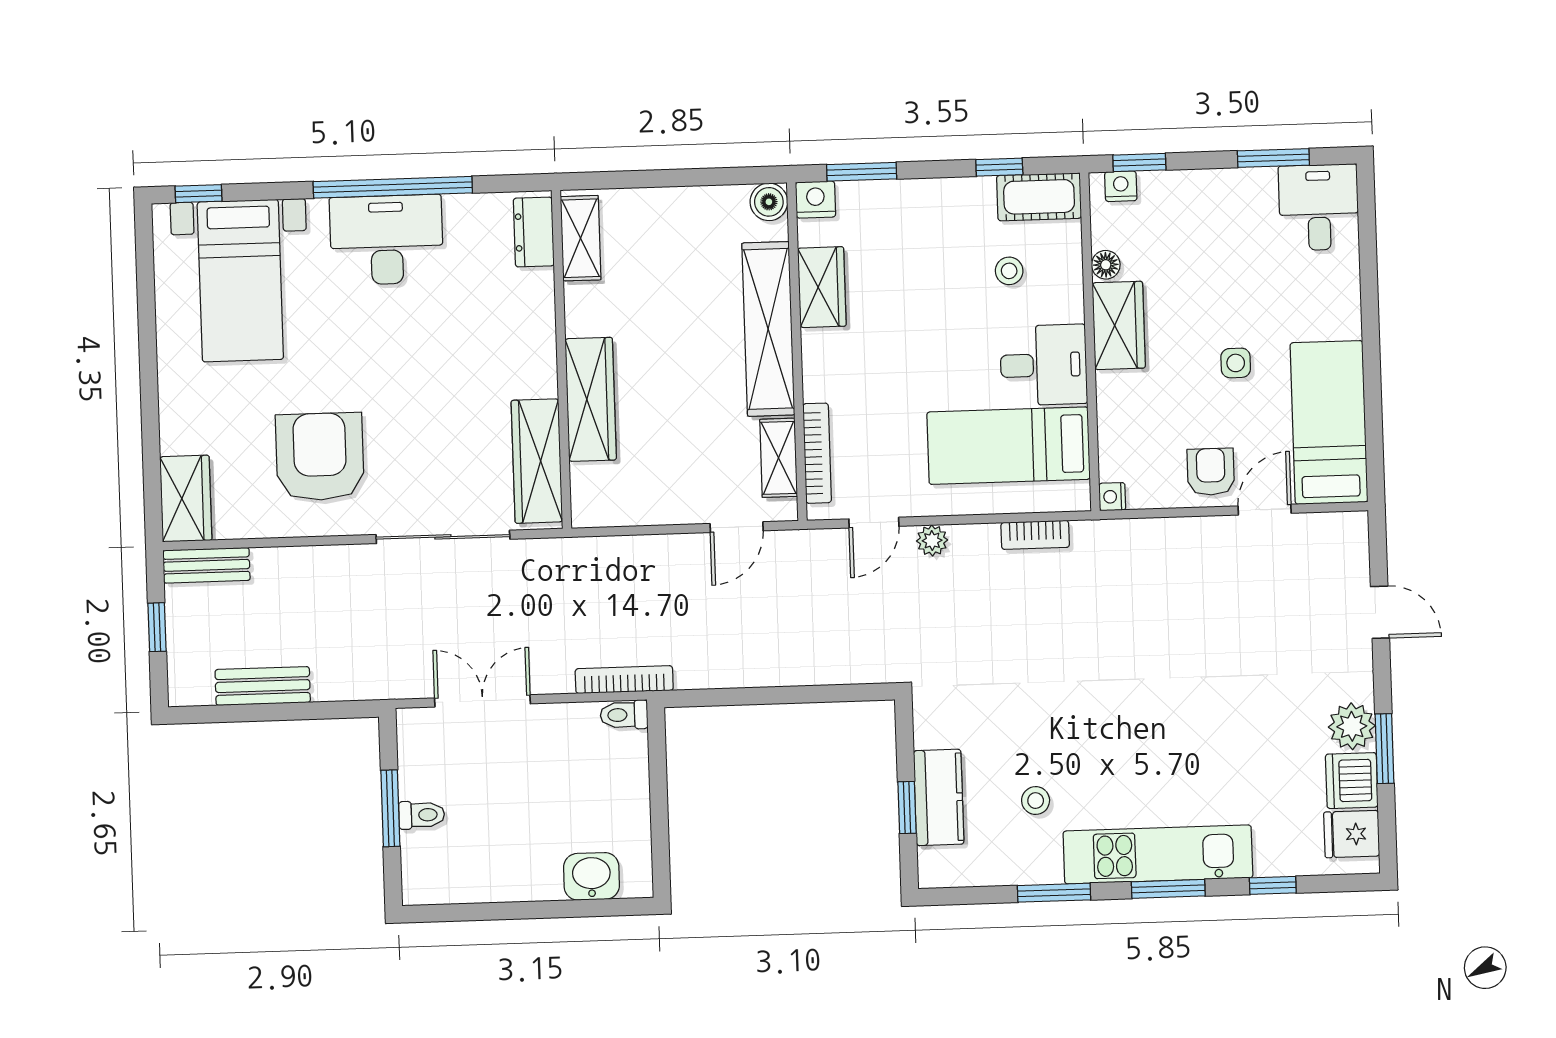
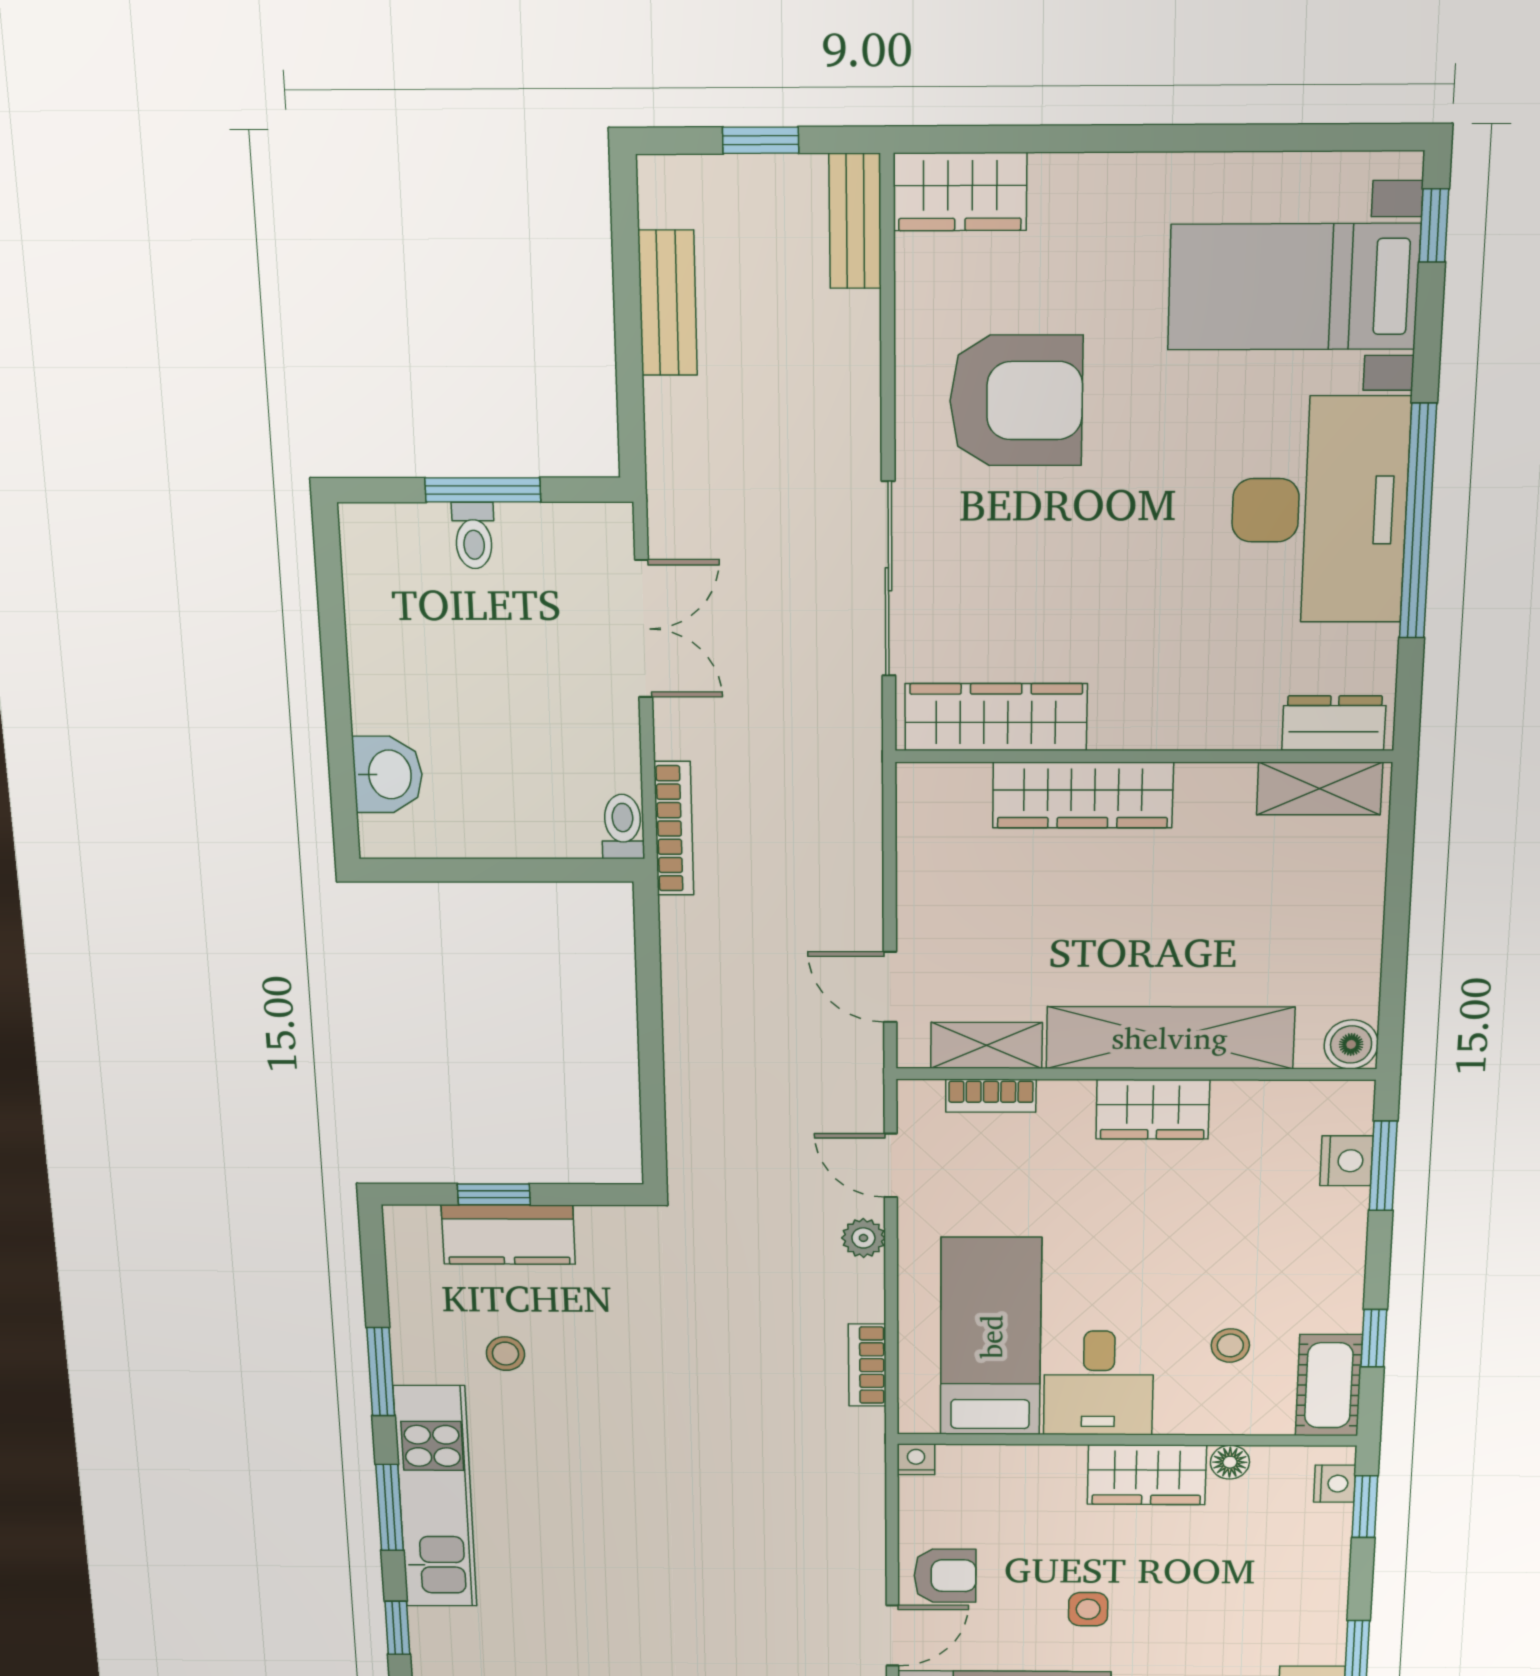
nightstand: (815, 200) -> (1346, 1161), moved
desk: (386, 240) -> (1319, 510), width x1.36, depth x1.30
wardrobe: (822, 287) -> (1153, 1109), moved
bookcase: (817, 453) -> (991, 1096), width x0.64
door: (1265, 510) -> (892, 1635), hinge flipped

